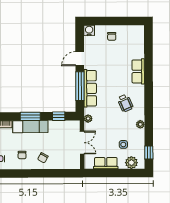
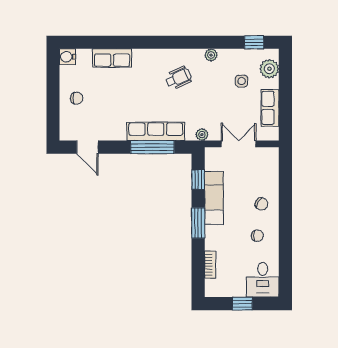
water cooler: (89, 31) -> (67, 57), moved
door: (80, 59) -> (87, 147), moved
row of seats: (138, 71) -> (112, 58), moved
exam couch: (30, 127) -> (214, 198), moved

